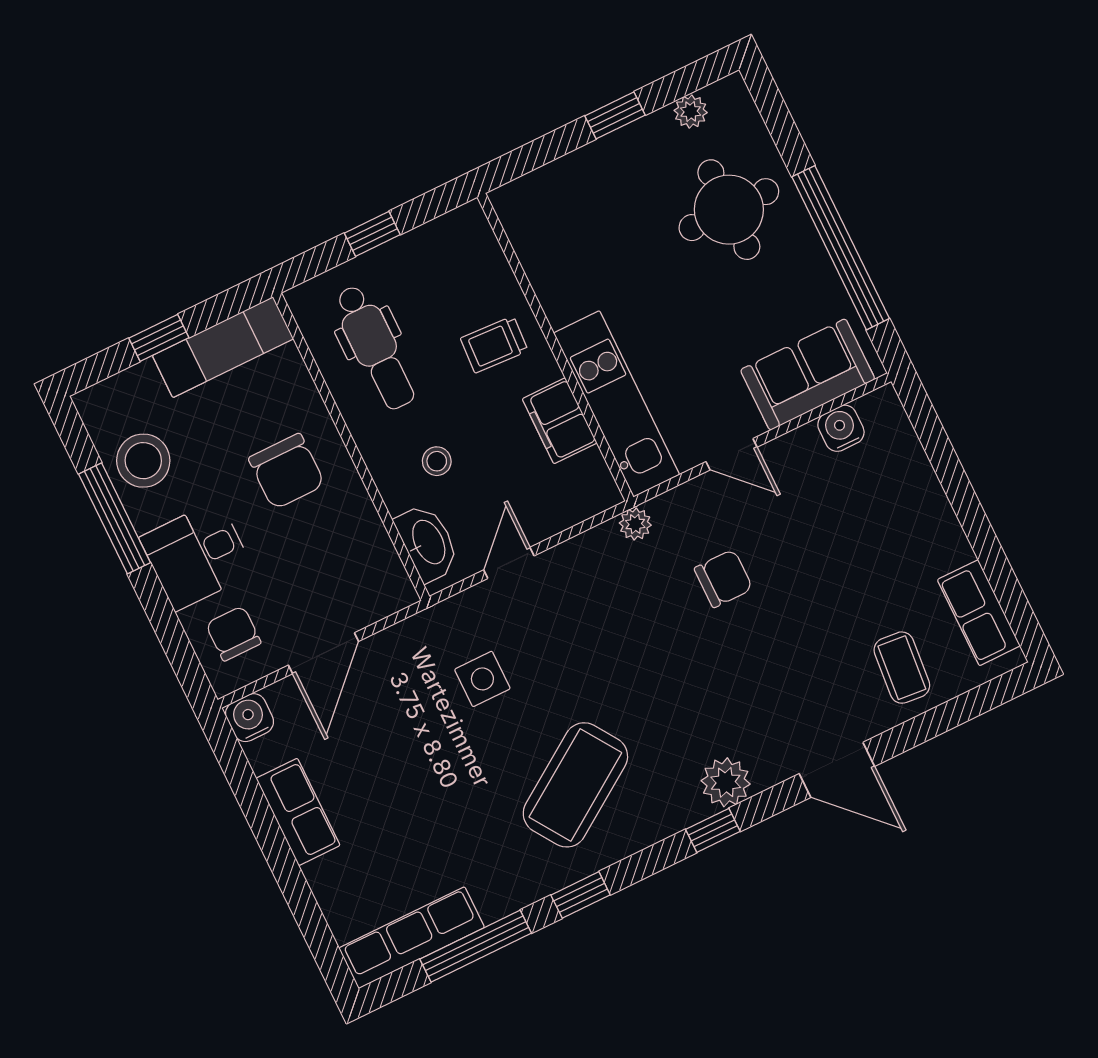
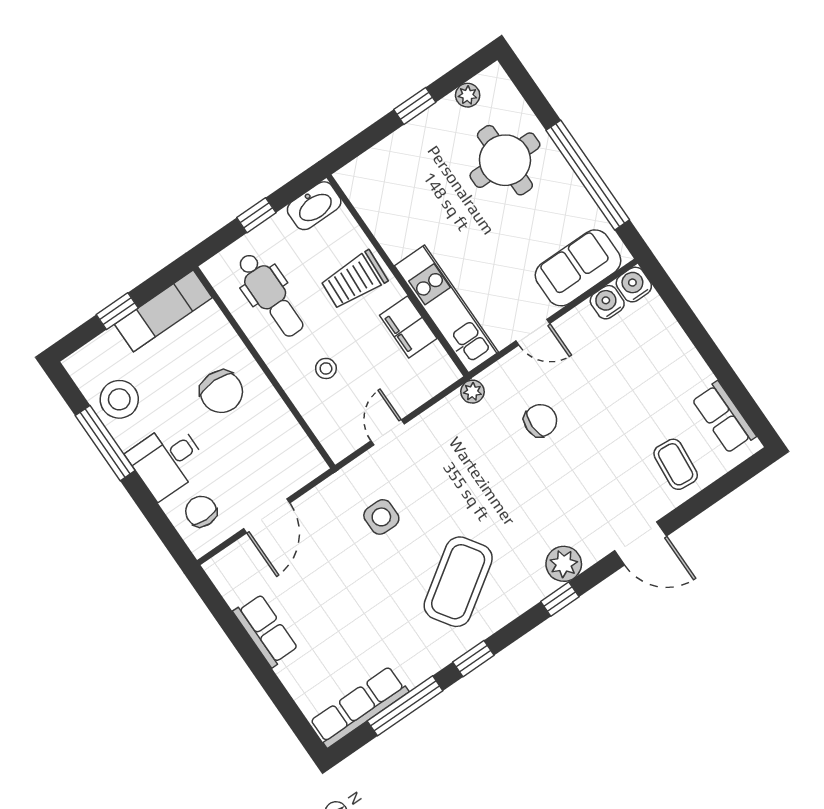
trolley: (494, 344) -> (354, 280), width x1.36, depth x1.39
washbasin: (428, 543) -> (314, 206), moved, turned 90
water cooler: (250, 718) -> (634, 285), moved

